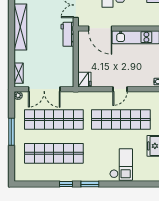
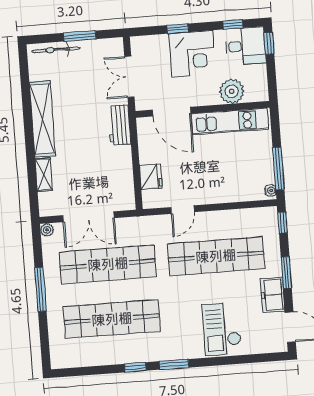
plant: (138, 19) -> (232, 91), added
shelving: (19, 73) -> (44, 175), moved
fridge: (84, 80) -> (151, 177), moved
door: (120, 89) -> (183, 210), moved
checkout: (121, 165) -> (222, 329), turned 180

